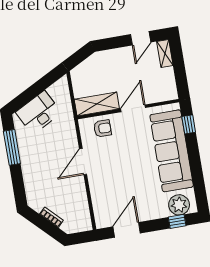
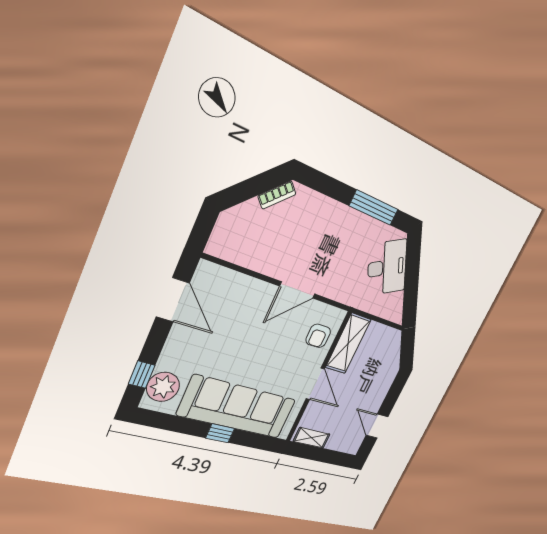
shelving: (165, 54) -> (312, 438), moved
window: (189, 124) -> (220, 433), moved
door: (83, 162) -> (297, 290), swing flipped
bookcase: (51, 217) -> (277, 195), moved

